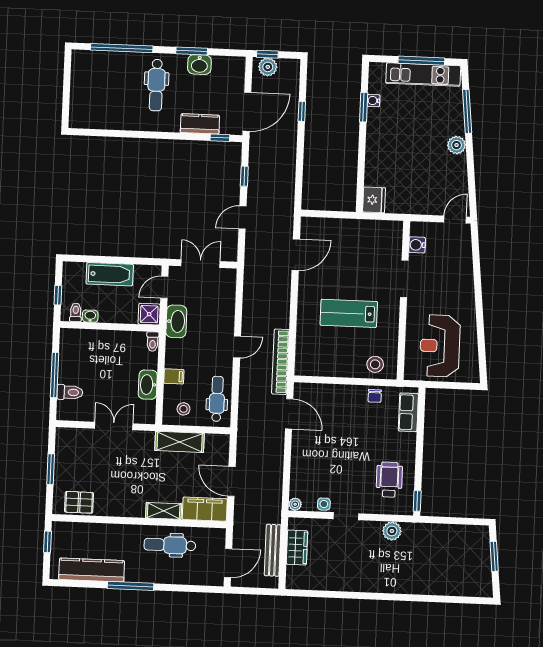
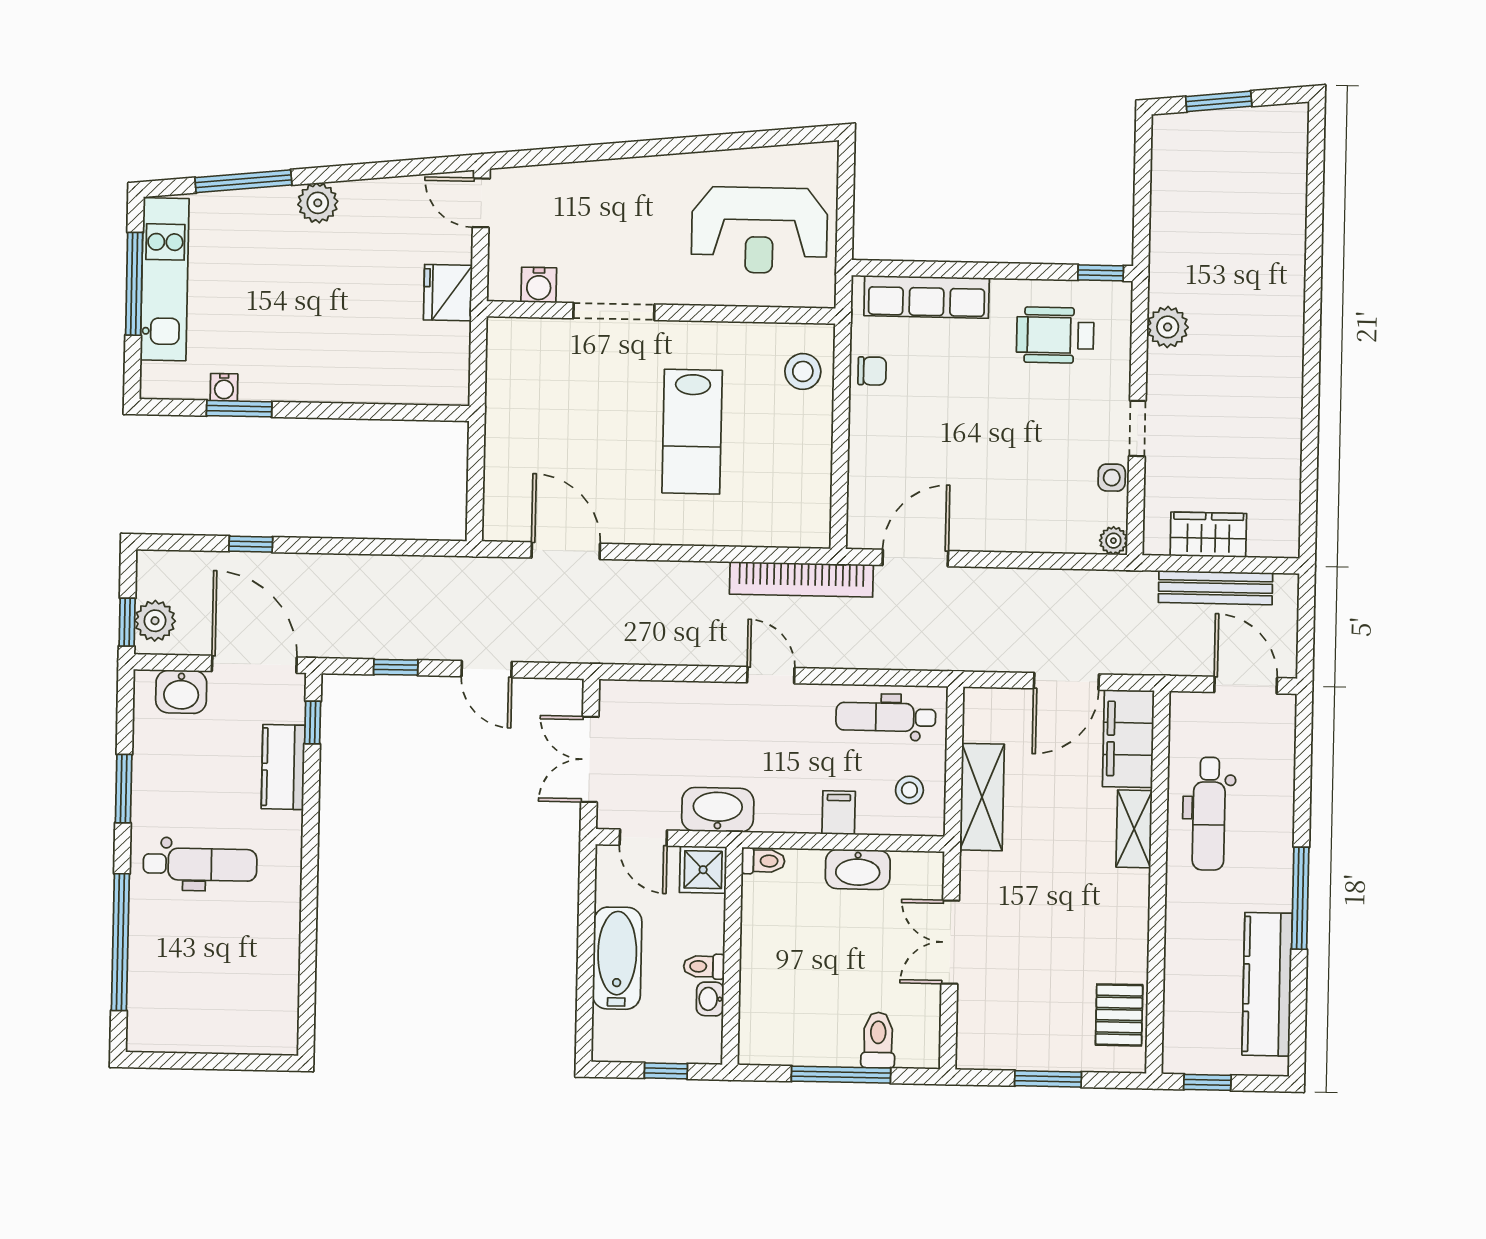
washbasin: (199, 65) -> (181, 692), moved, turned 90
fridge: (374, 200) -> (448, 293), moved, turned -90
toilet: (76, 312) -> (704, 966), moved
row of seats: (408, 412) -> (927, 297), width x1.48

